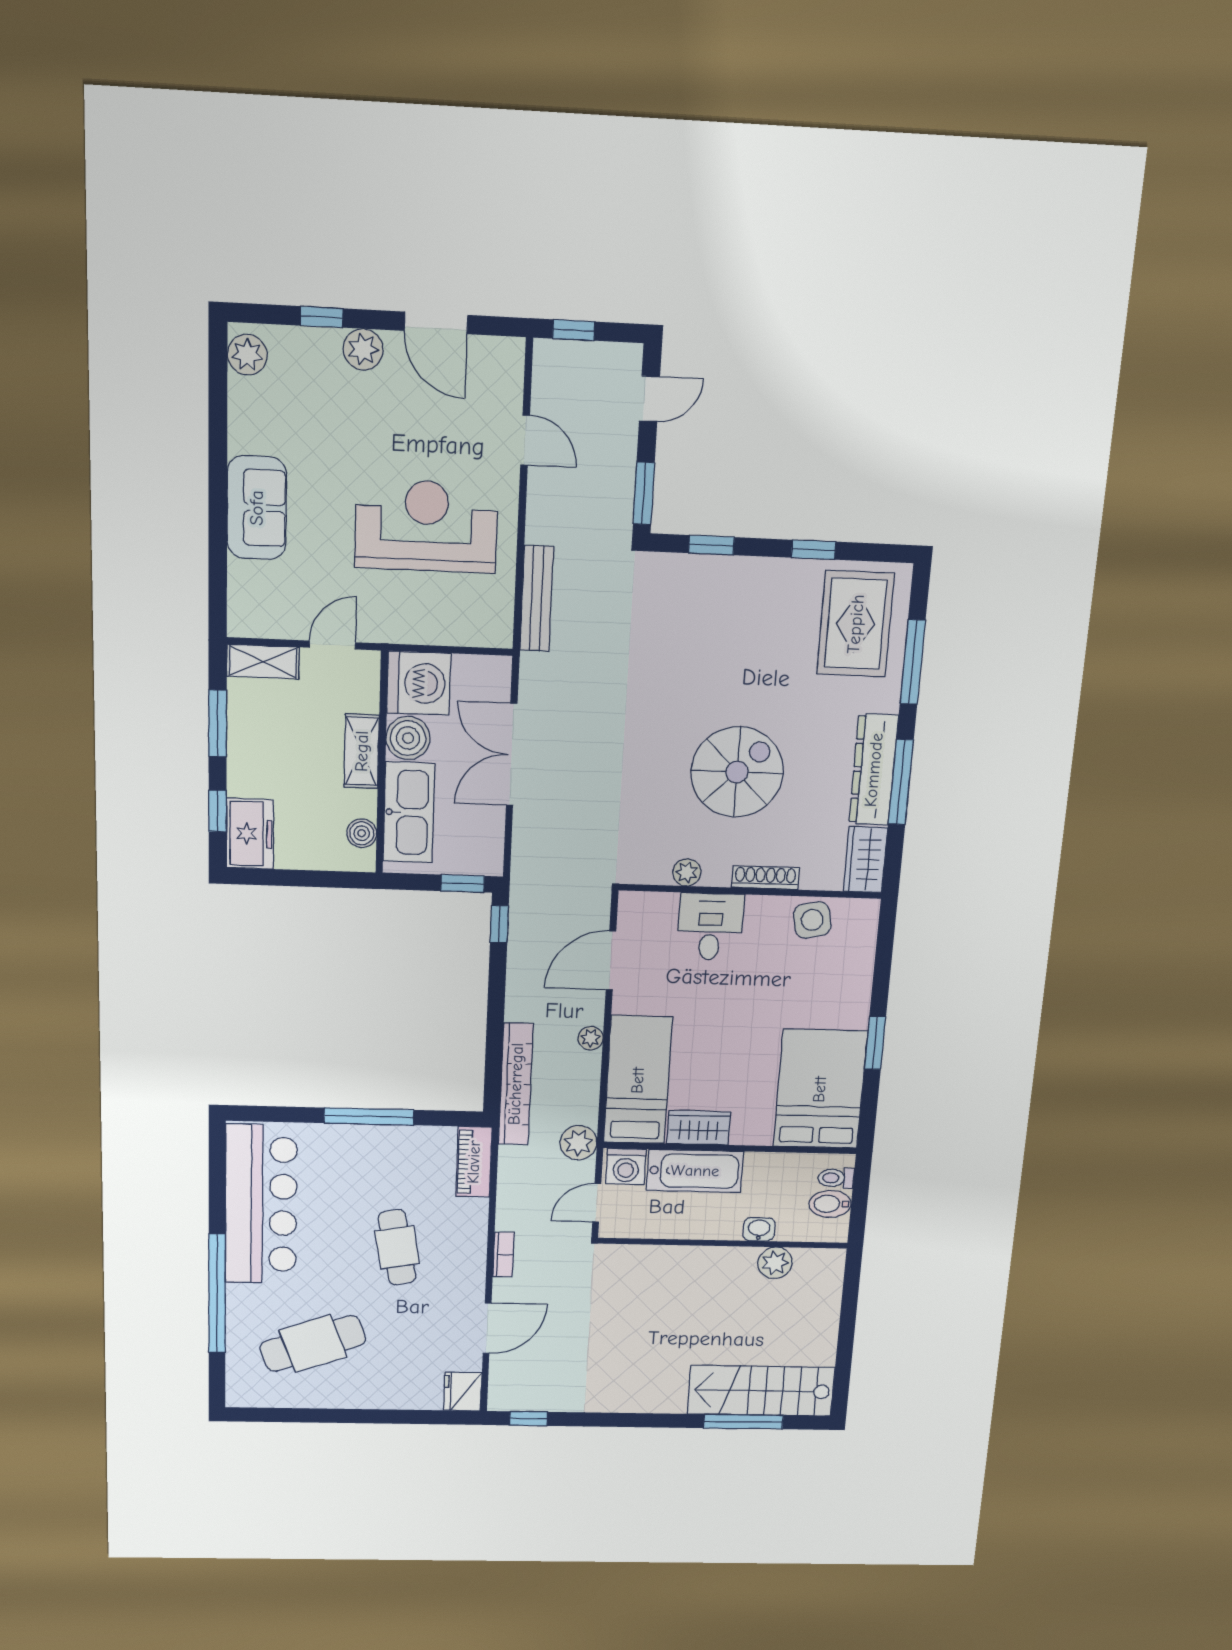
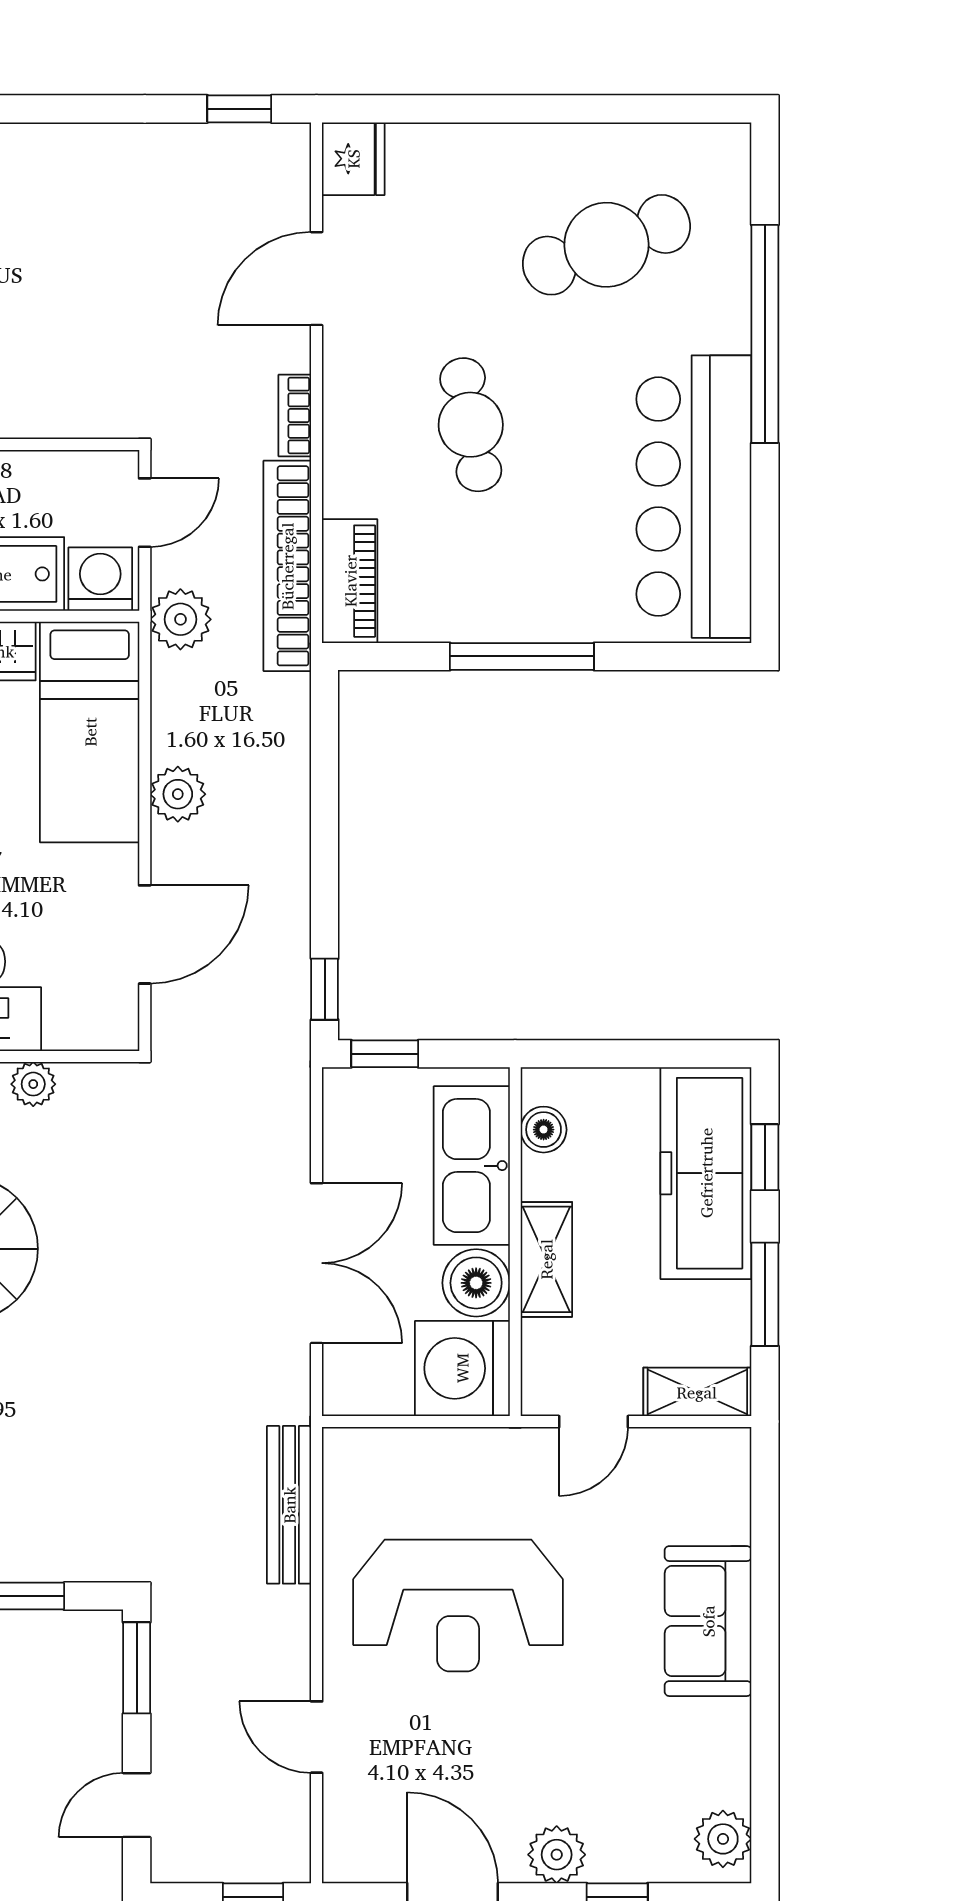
freezer: (250, 834) -> (706, 1173), width x1.91, depth x1.26
plant: (591, 1038) -> (178, 794), width x1.38, depth x1.38
bookcase: (516, 1084) -> (287, 566), moved

